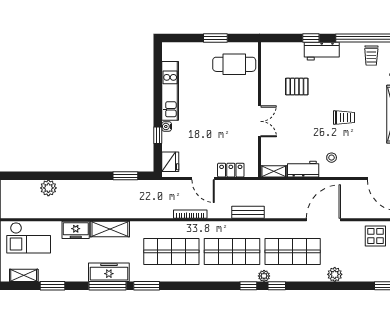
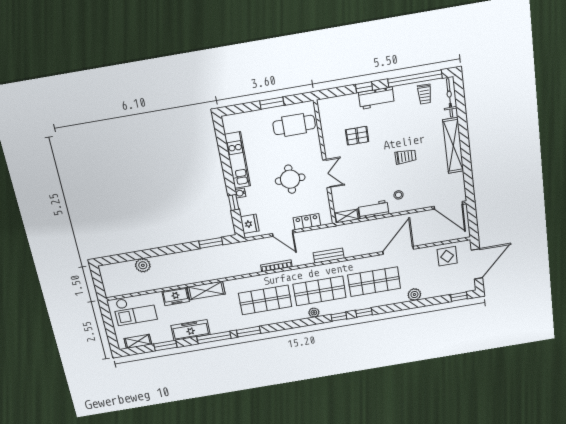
round table: (221, 121) -> (290, 179), added
freezer: (109, 272) -> (190, 330), moved
plant: (264, 276) -> (314, 313), moved

